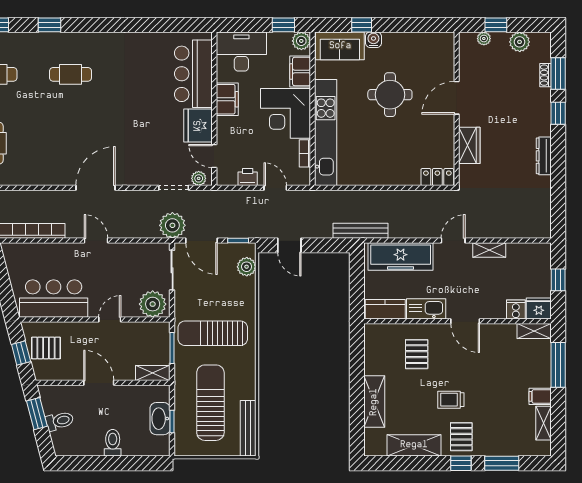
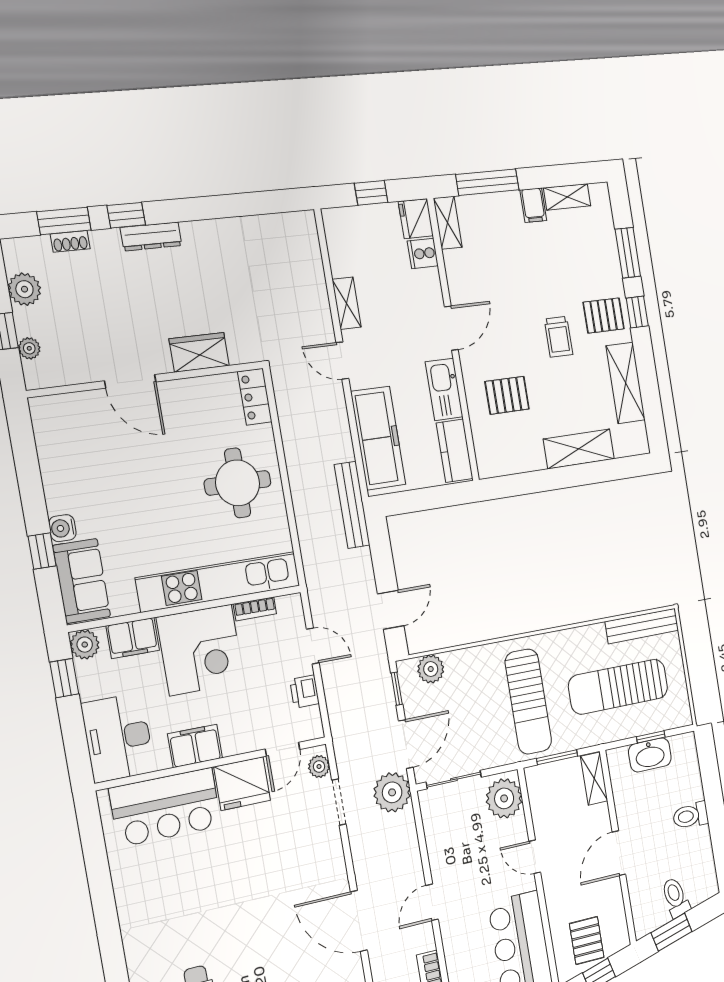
round table: (390, 95) -> (238, 483), moved
dresser: (544, 156) -> (151, 237), moved
door: (275, 188) -> (313, 646), swing flipped

